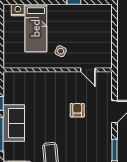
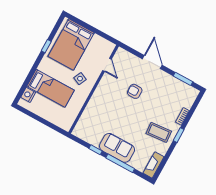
bed: (88, 25) -> (71, 45), added
door: (88, 70) -> (107, 65), hinge flipped

